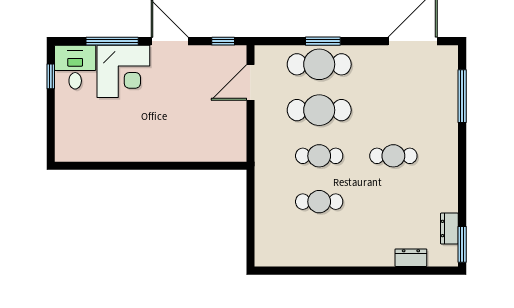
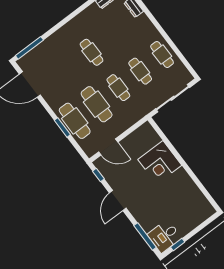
window: (112, 41) -> (145, 236), moved
corner desk: (123, 71) -> (160, 162), moved, turned 180
window: (462, 96) -> (29, 48), moved
sliding door: (250, 217) -> (173, 98), added
cafe table: (319, 247) -> (162, 55), added

